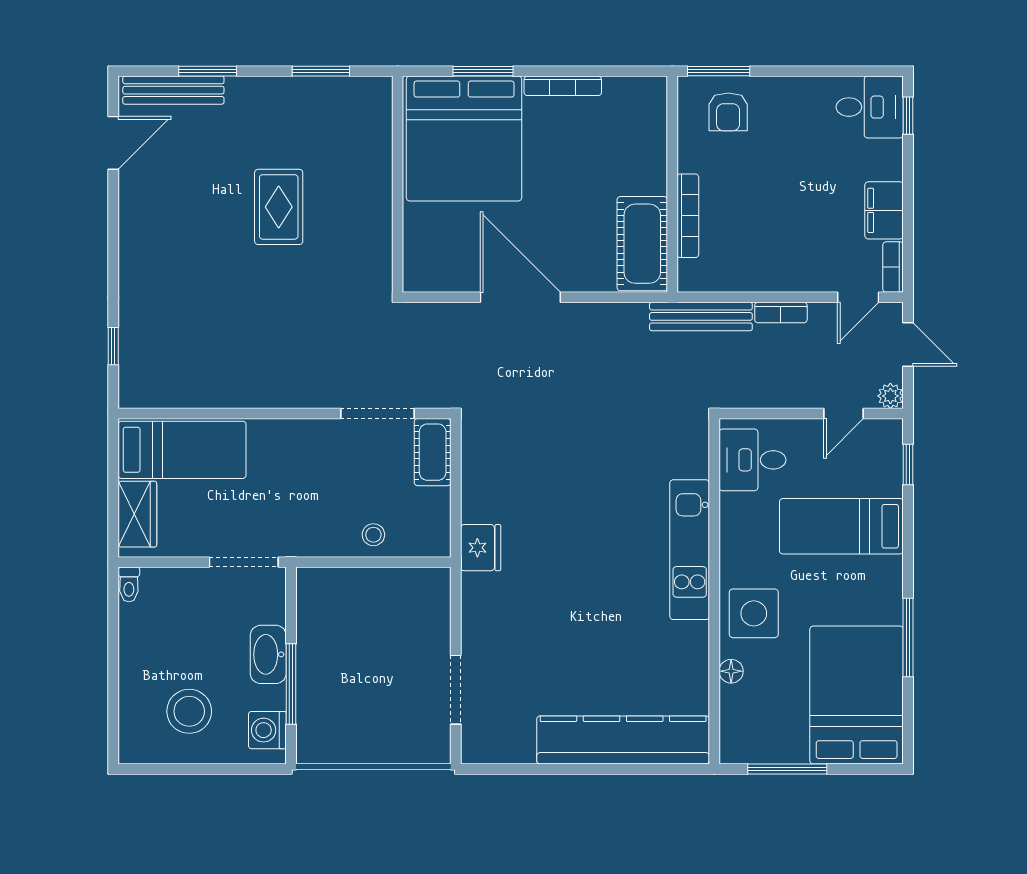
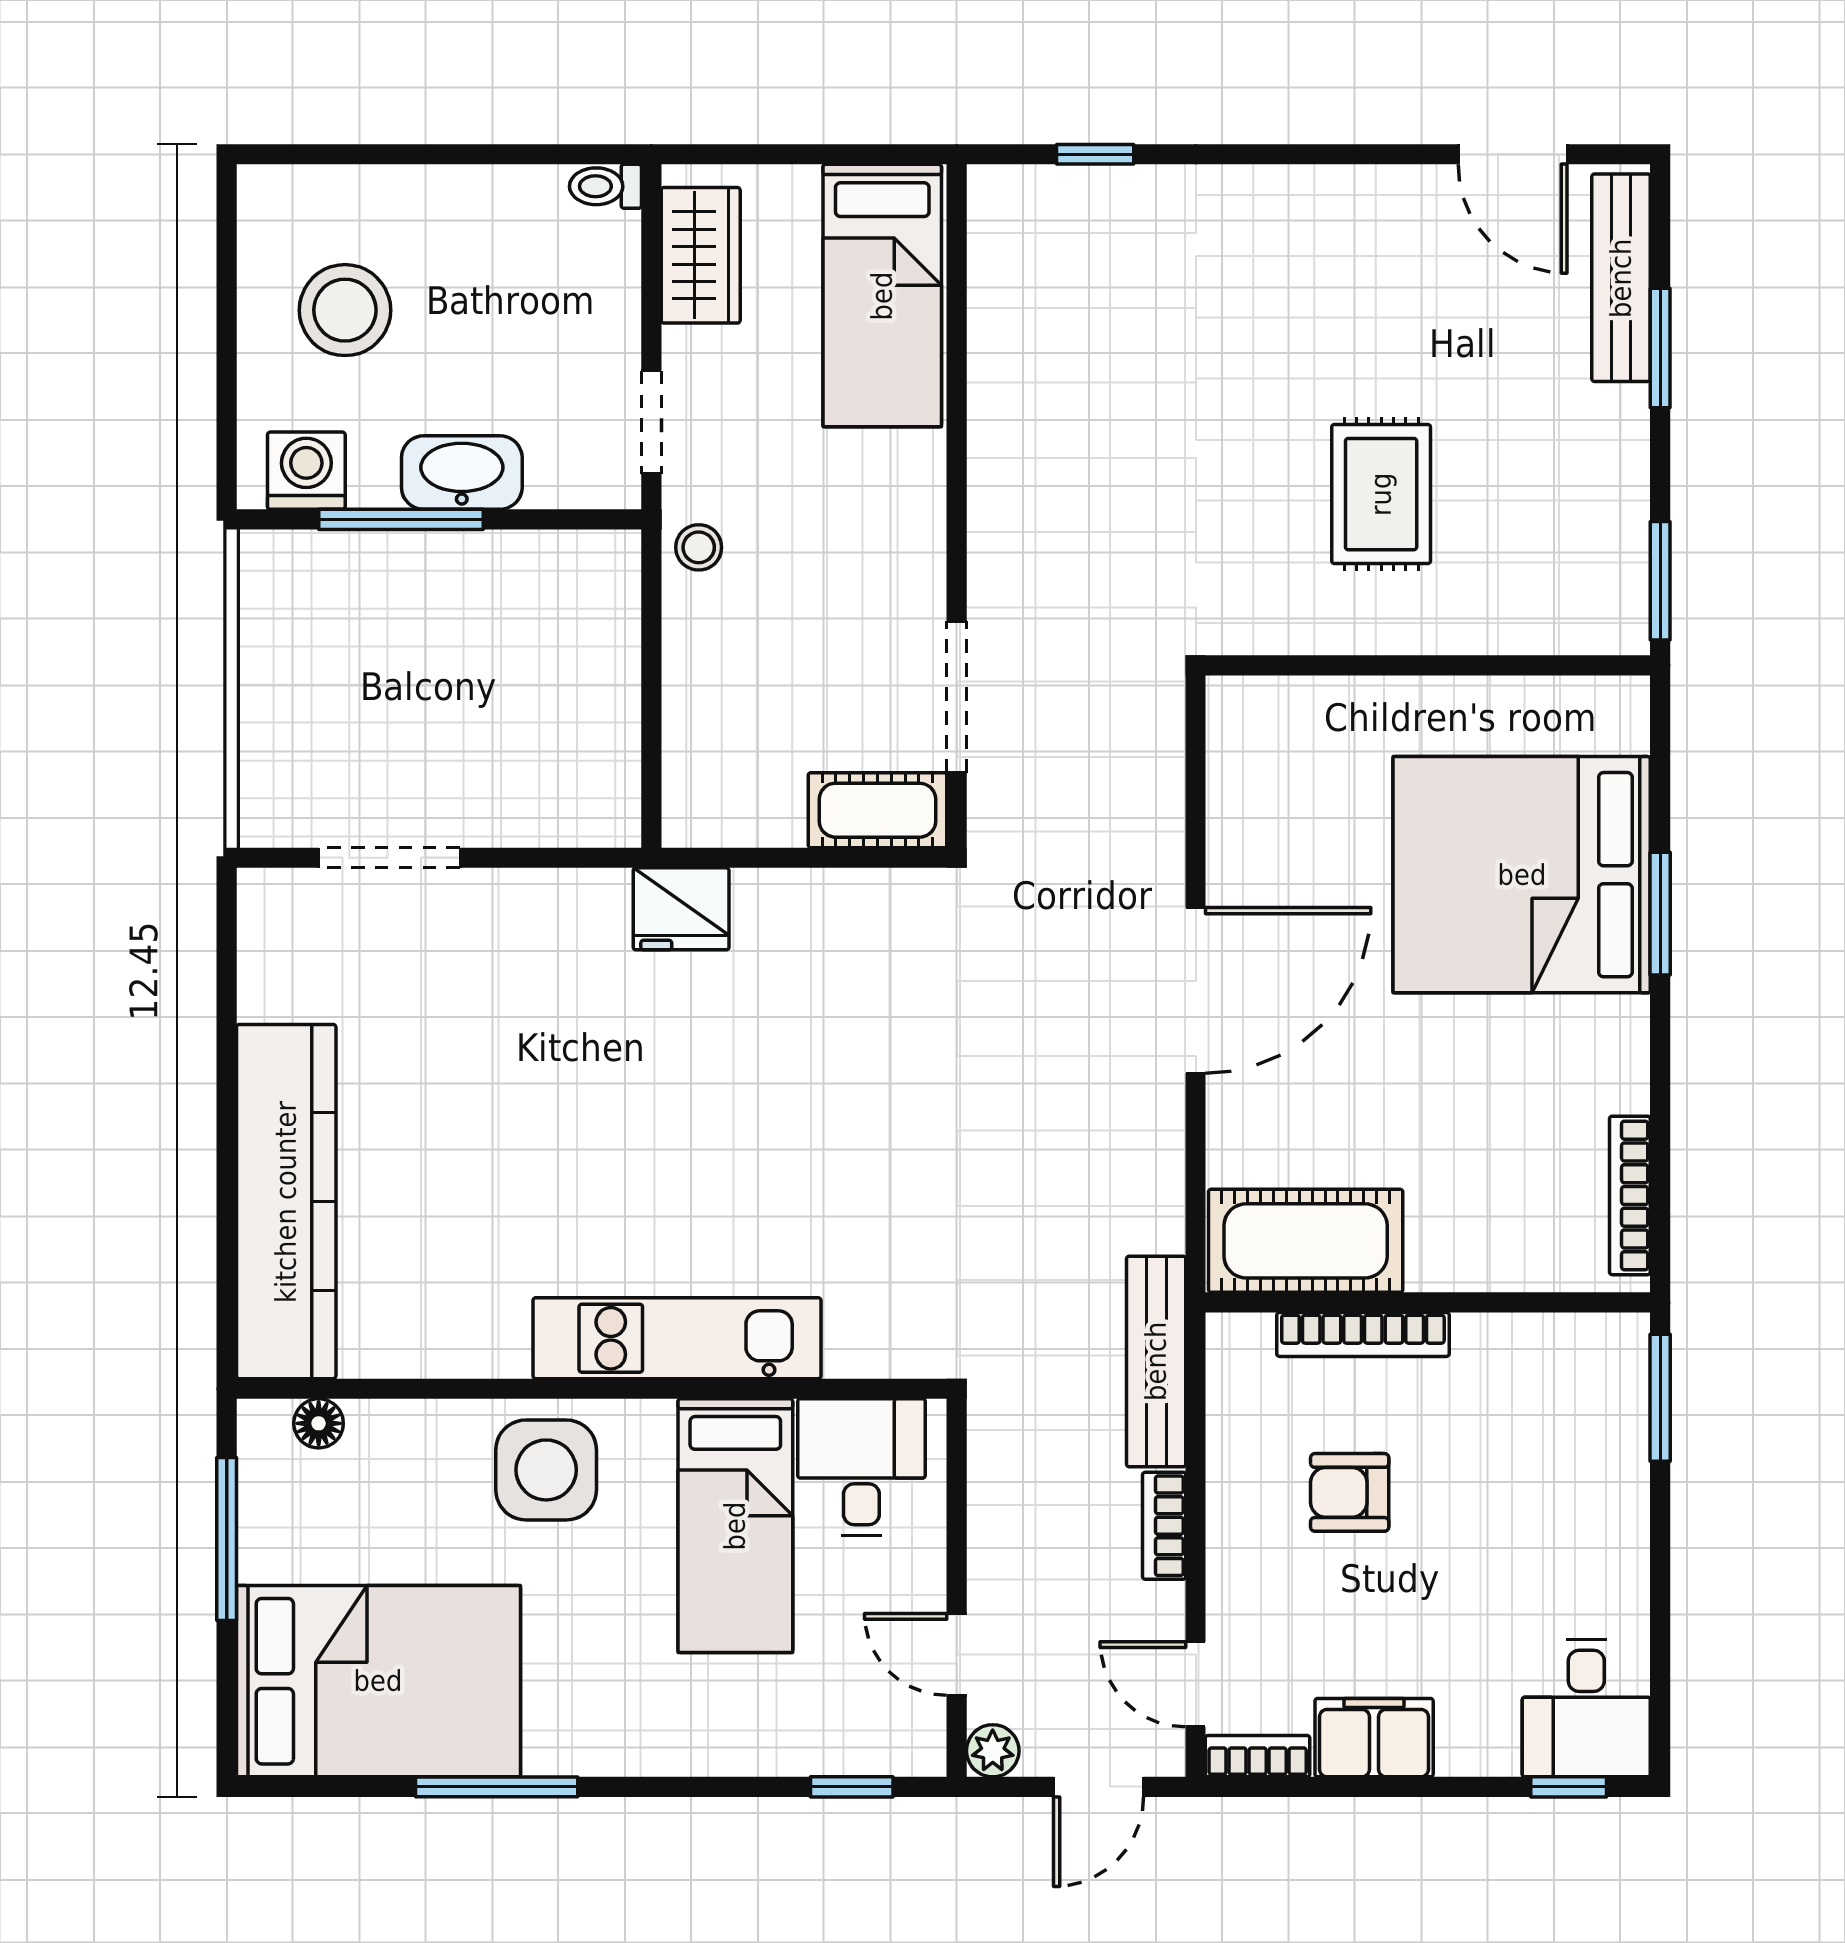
bookcase: (563, 86) -> (1630, 1195), moved
armchair: (728, 112) -> (1350, 1492), moved
wall: (398, 184) -> (1428, 665), moved
rug: (279, 207) -> (1381, 494), turned 90
wardrobe: (137, 514) -> (701, 255), moved, turned -90
bed: (841, 526) -> (735, 1526), moved, turned 180
stool: (373, 535) -> (699, 547), moved
doorway: (244, 562) -> (651, 422), width x0.73
floor lamp: (731, 671) -> (319, 1423), moved

